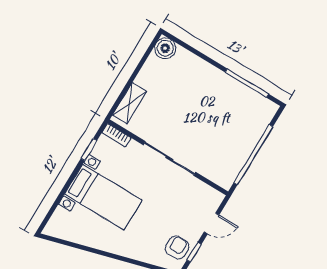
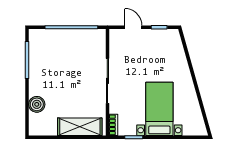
boiler: (165, 48) -> (37, 104), moved
shelving: (130, 103) -> (80, 127), width x1.50, depth x1.33
armchair: (177, 247) -> (163, 40), removed

